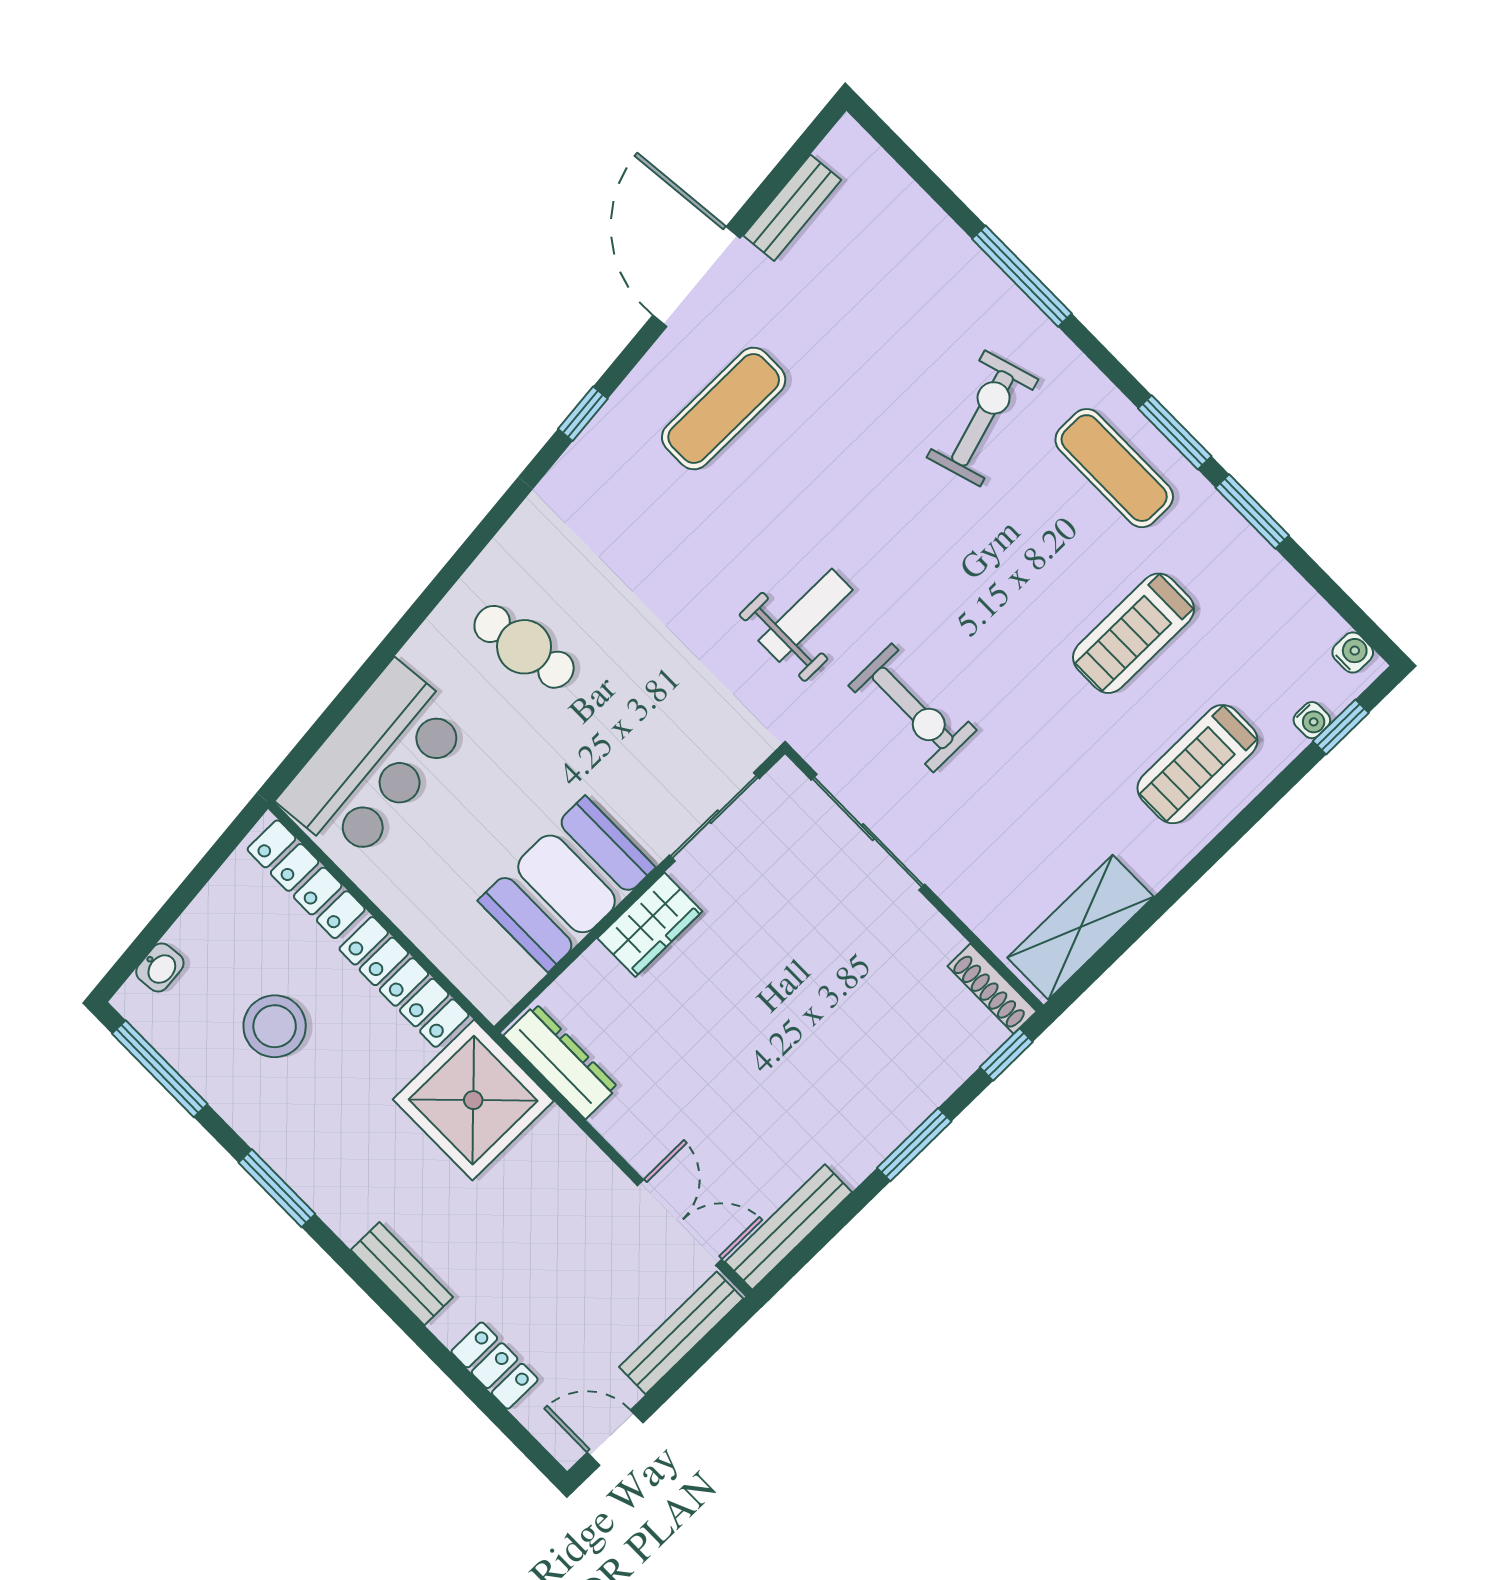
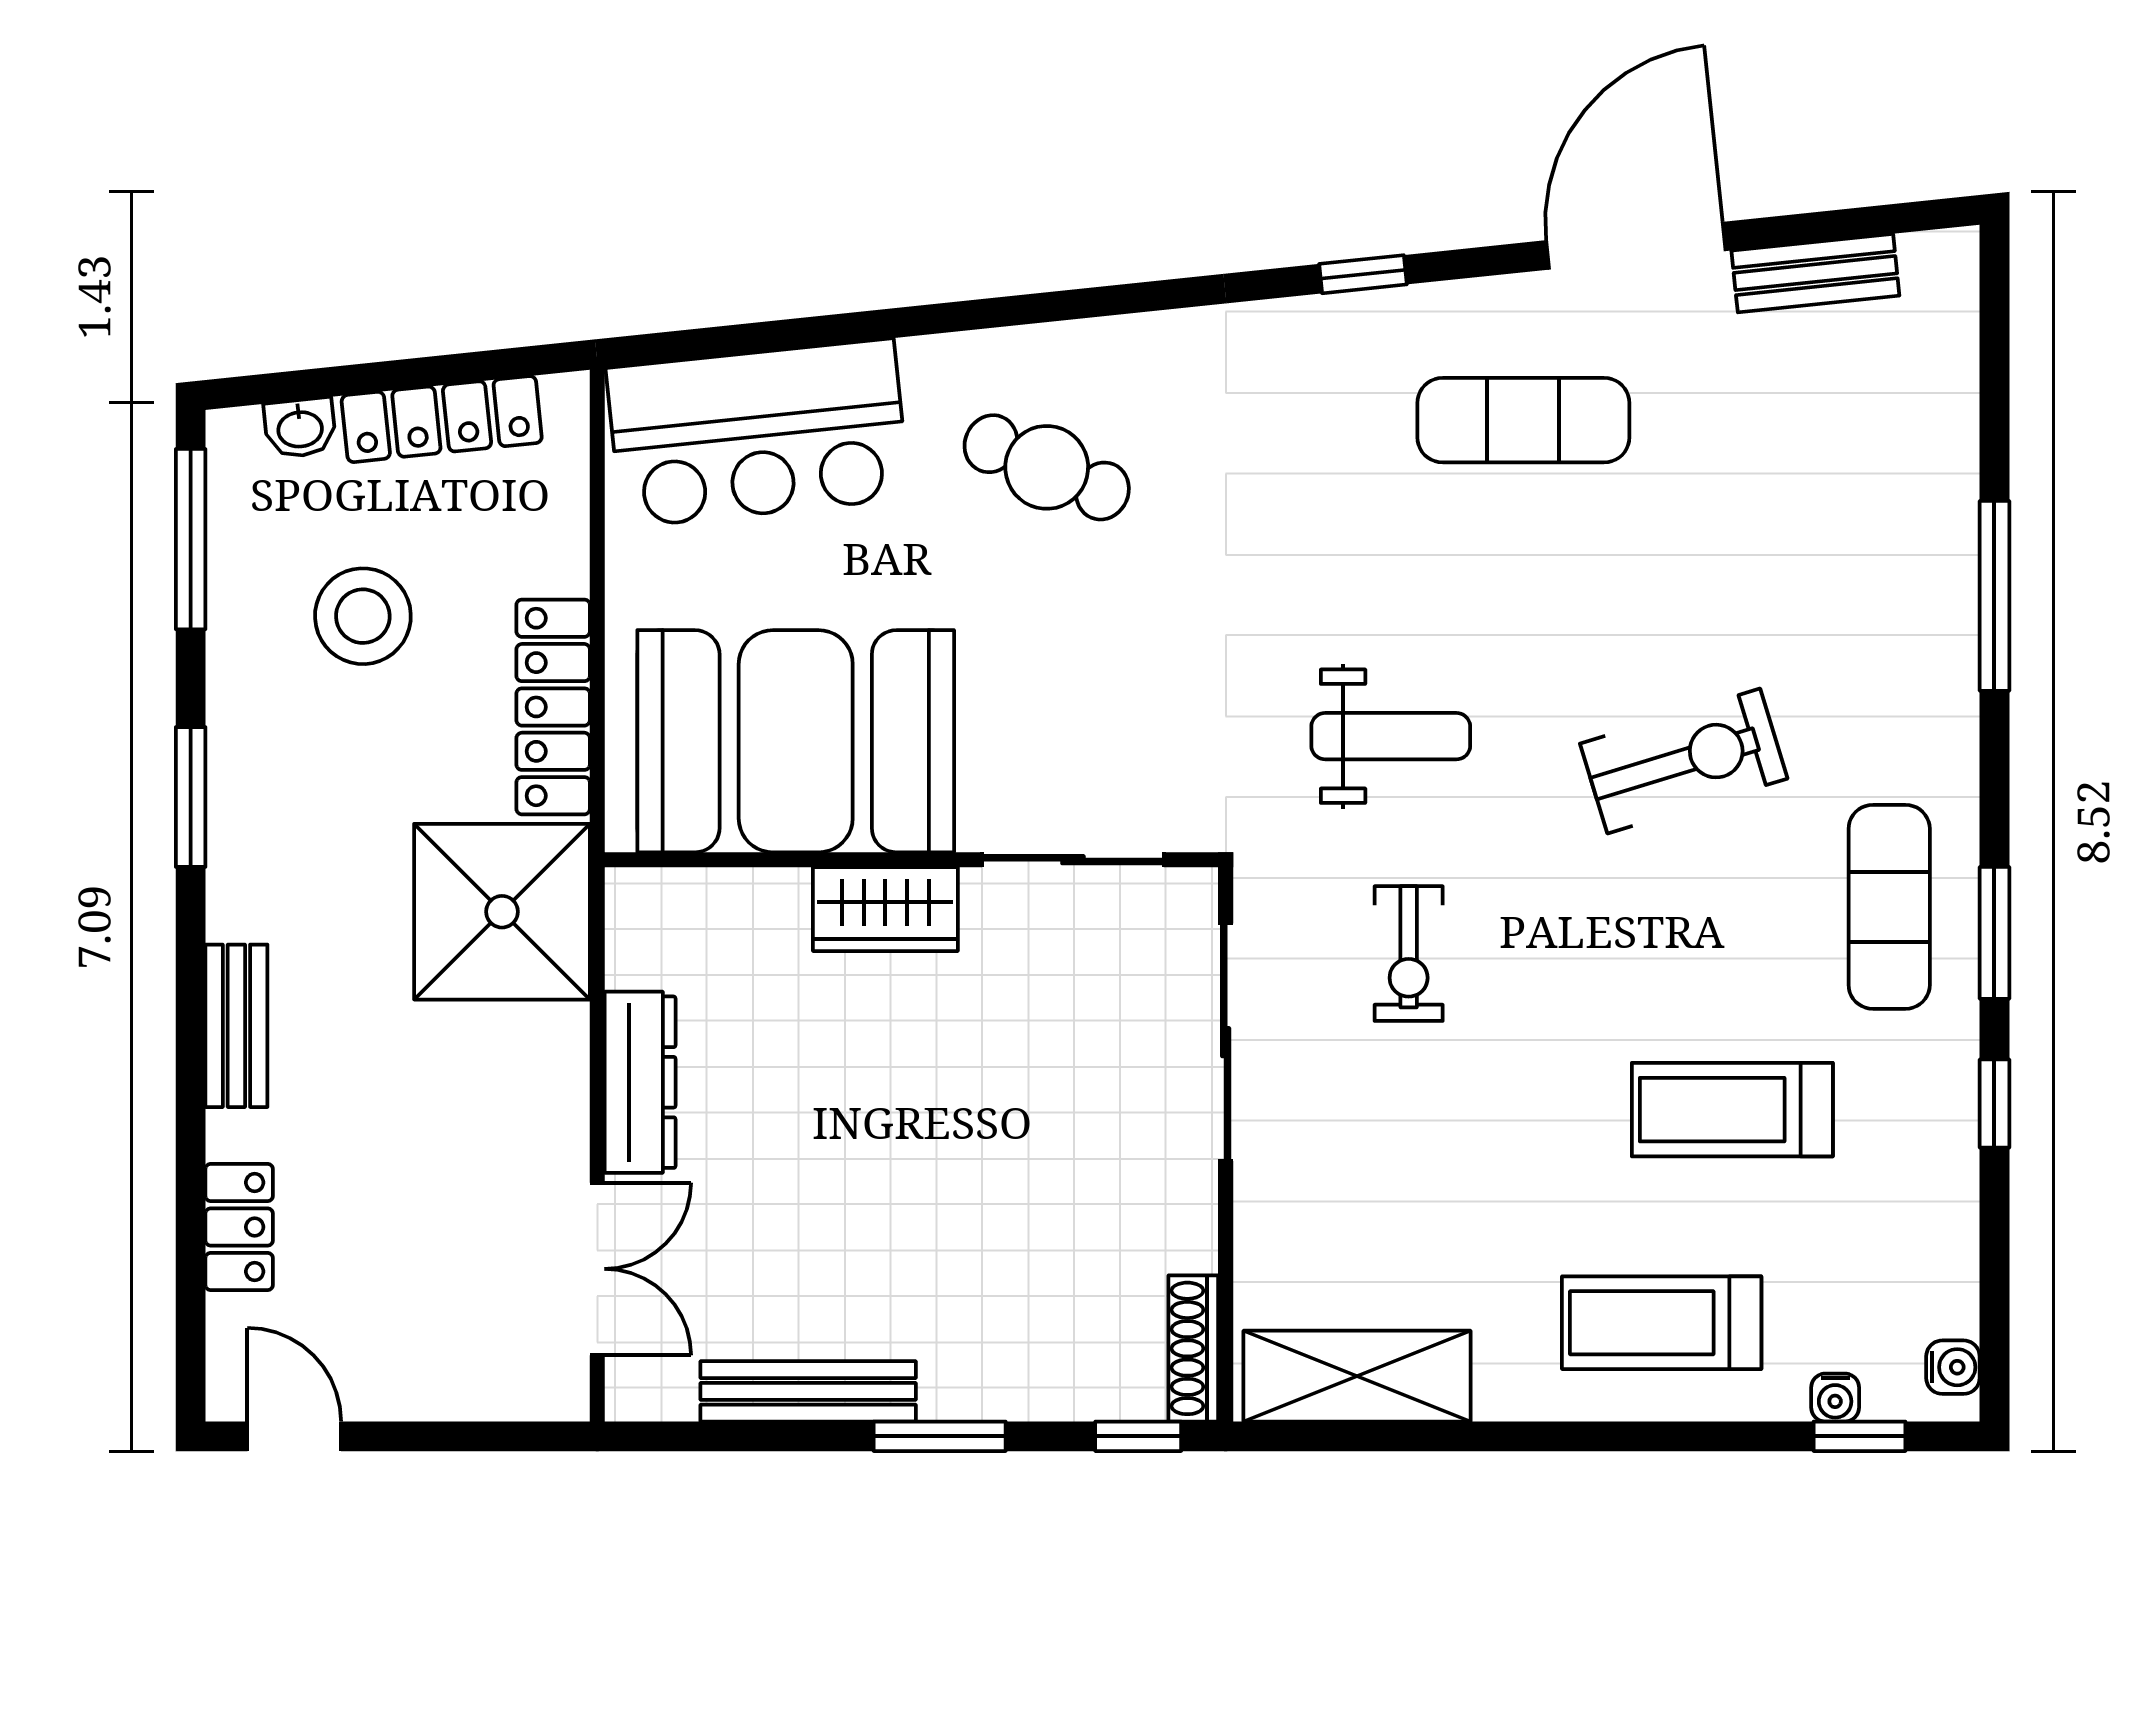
exercise bike: (982, 418) -> (1684, 761), moved
window: (1252, 511) -> (1994, 1104), width x0.67
cafe table: (524, 647) -> (1047, 467), turned -57
exercise bike: (913, 708) -> (1409, 954), width x0.73, depth x0.72
locker: (306, 879) -> (442, 419), moved, turned -96
booth: (567, 884) -> (796, 741), width x1.36, depth x1.42
dresser: (561, 1061) -> (640, 1082), moved
bench: (789, 1227) -> (808, 1391), moved
bench: (681, 1333) -> (480, 1392), removed

